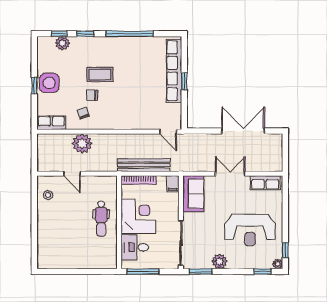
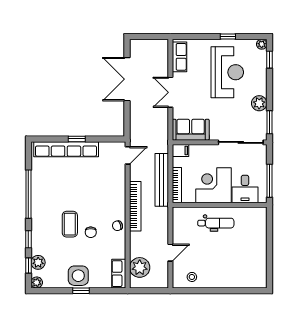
plant: (43, 42) -> (37, 282), added
chair: (83, 113) -> (118, 226), moved
bookcase: (118, 139) -> (135, 206), added
plant: (82, 143) -> (140, 267), moved
window: (285, 250) -> (228, 36), moved

